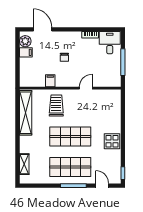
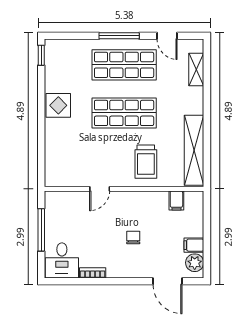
filing cabinet: (50, 81) -> (176, 201), moved
door: (102, 186) -> (167, 36), moved

